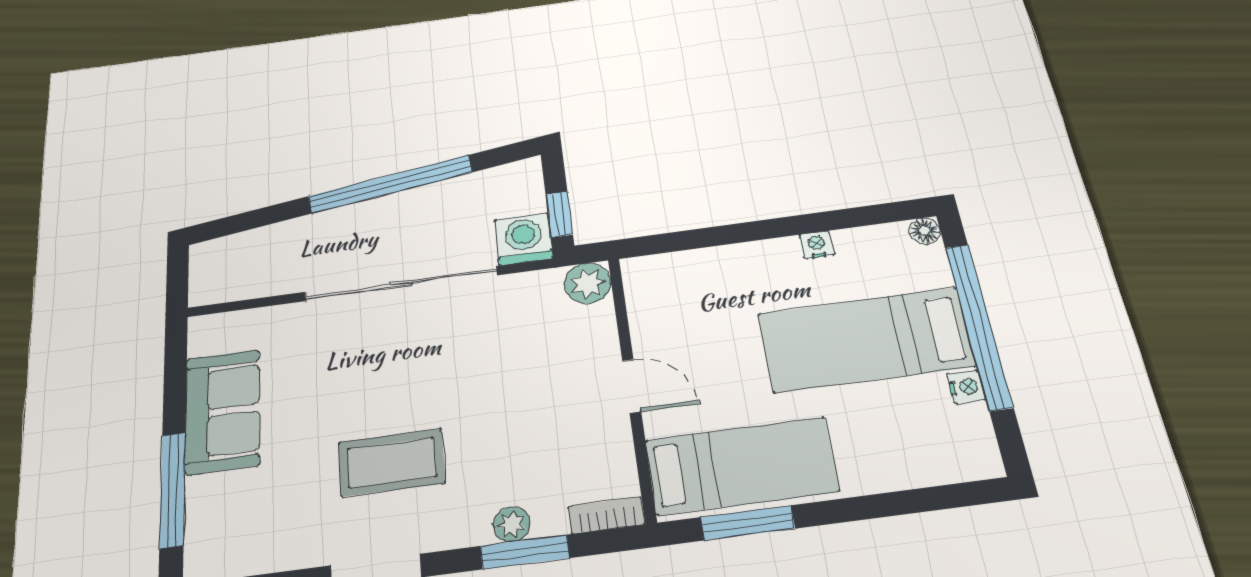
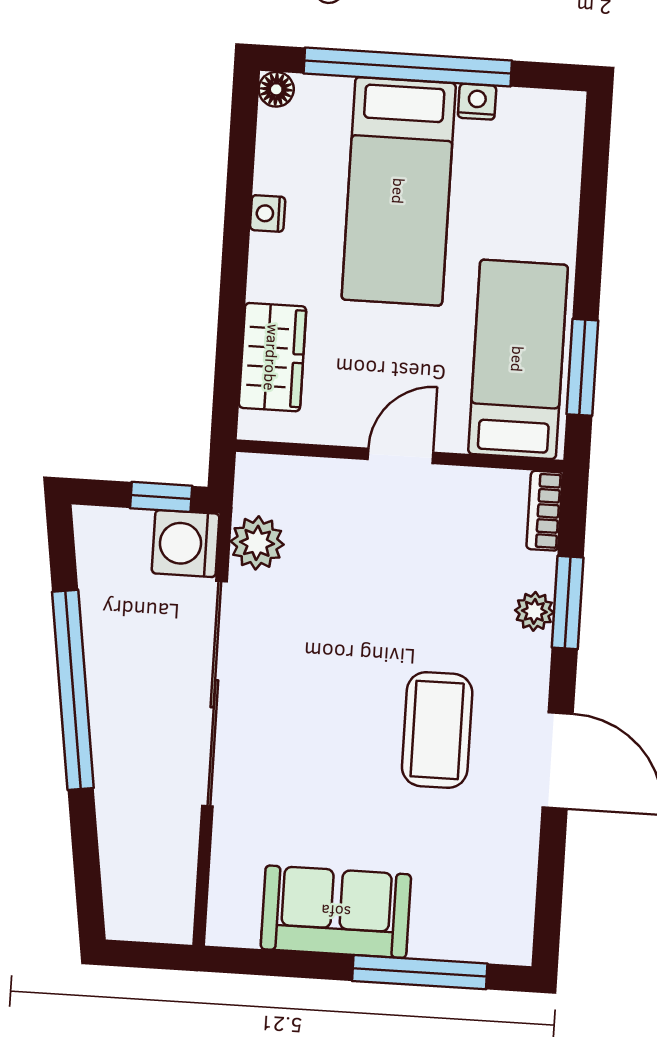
wardrobe: (695, 272) -> (272, 357), added
plant: (588, 283) -> (257, 543), moved

